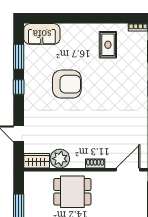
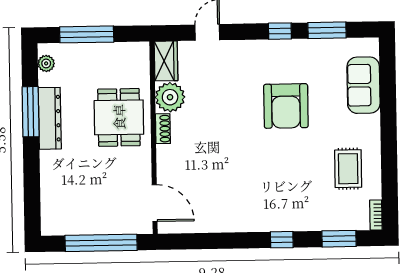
sofa: (42, 34) -> (363, 85), moved
rug: (108, 45) -> (348, 169), turned 90
shoe rack: (95, 164) -> (163, 129), moved

